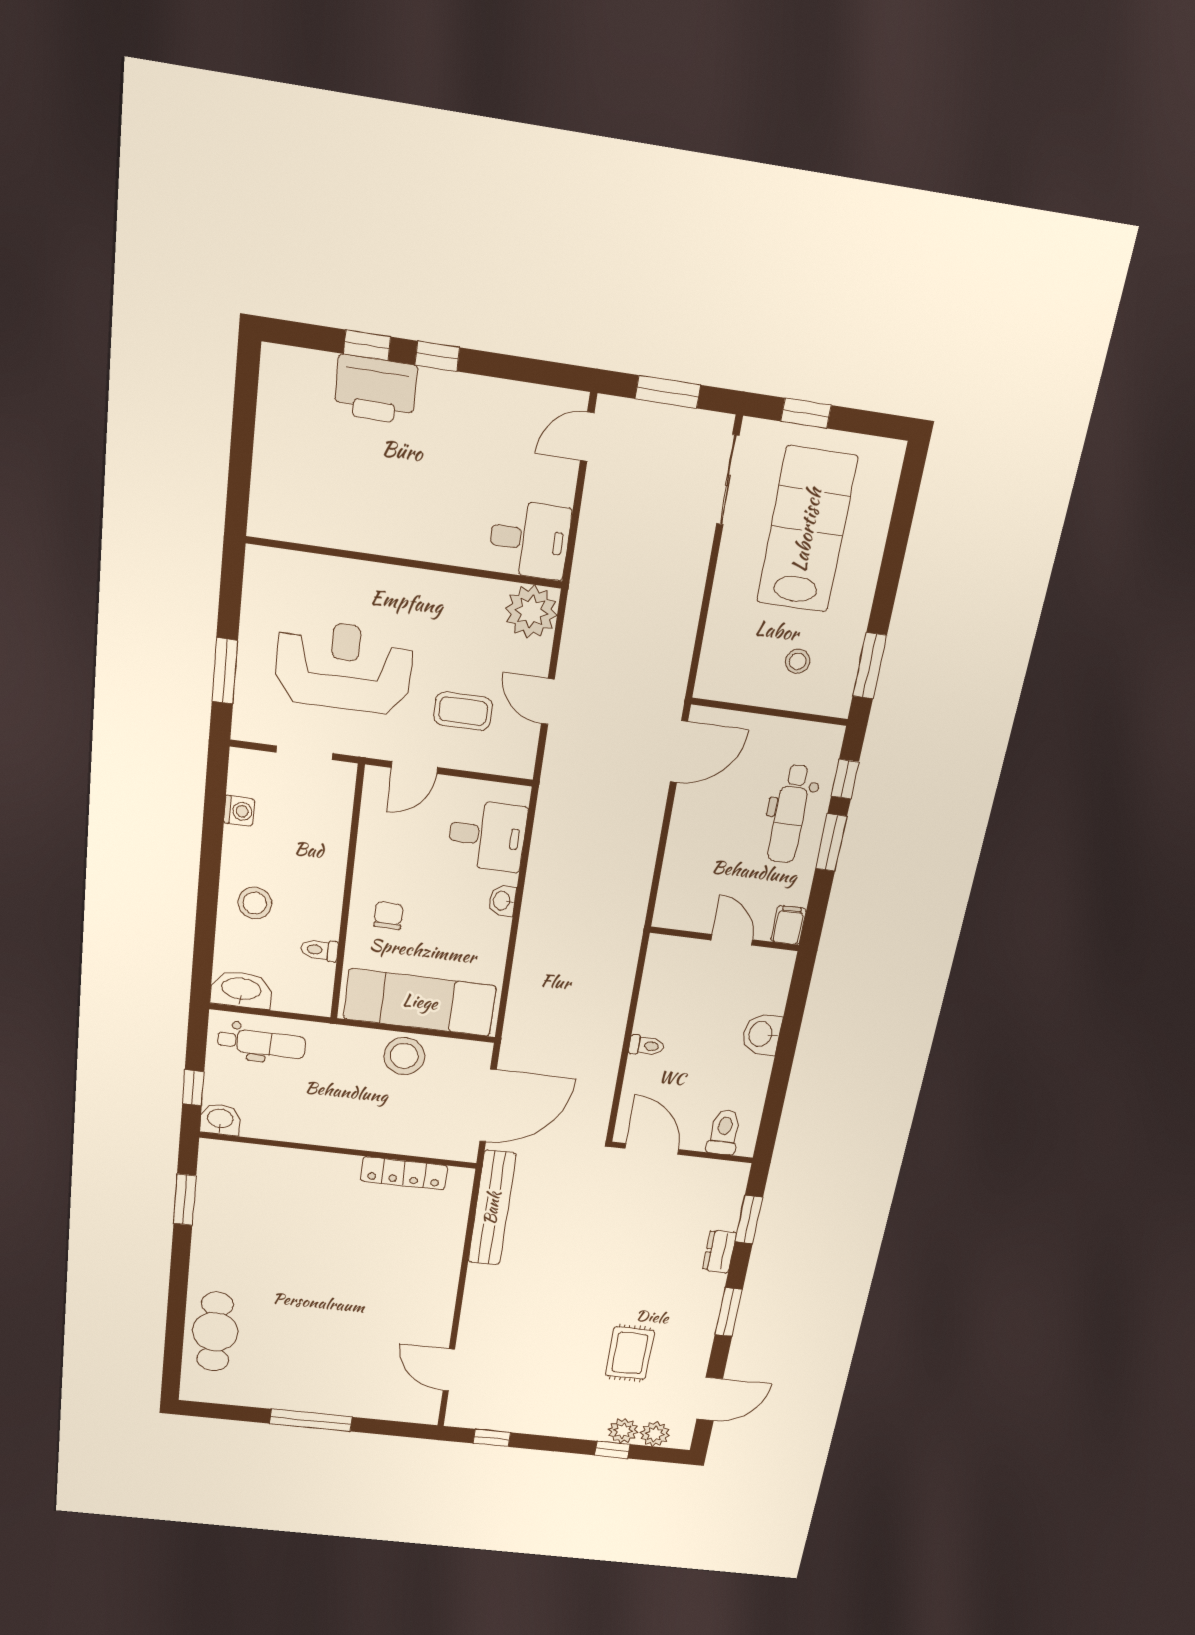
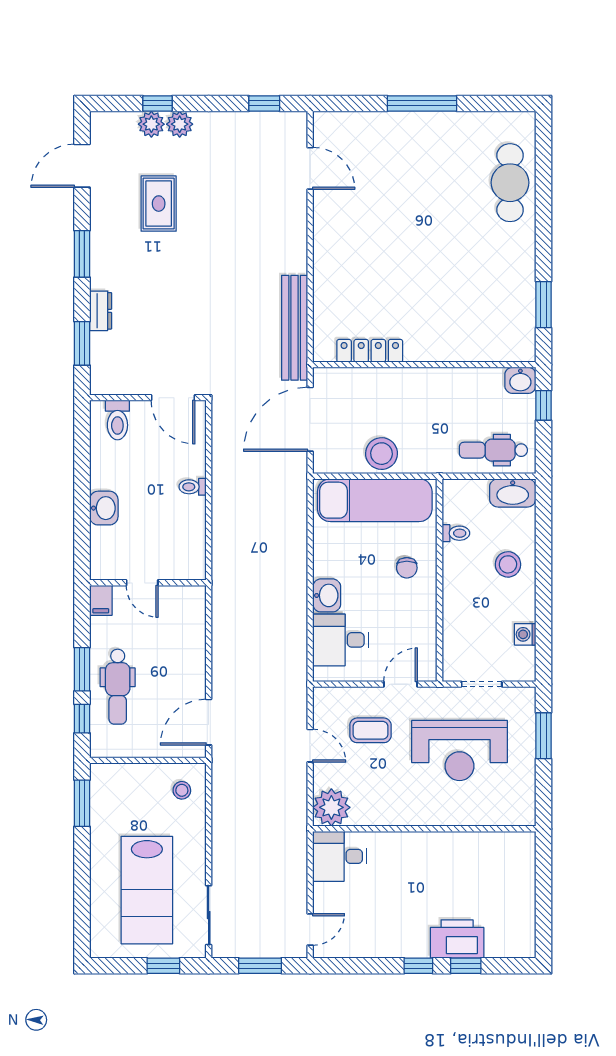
stool: (798, 661) -> (182, 790), moved
dental chair: (790, 814) -> (118, 687), turned 180
washbasin: (502, 901) -> (327, 595), width x1.38, depth x1.45
plant: (655, 1434) -> (180, 124), moved

